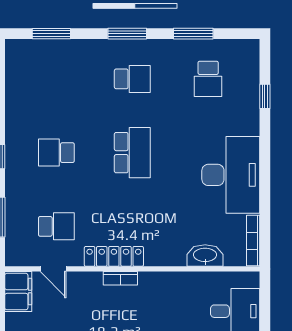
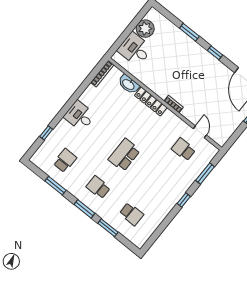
window: (51, 34) -> (108, 228), moved
school desk: (56, 153) -> (131, 214), moved
desk: (231, 175) -> (80, 116), width x0.53, depth x0.77
locker: (114, 256) -> (151, 101), moved
filing cabinet: (18, 292) -> (223, 134), removed

